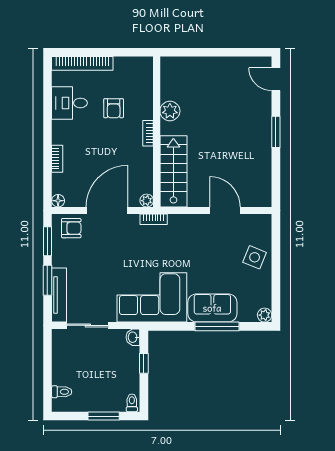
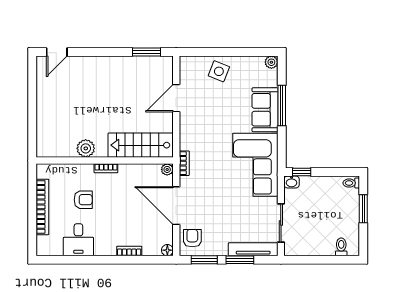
bookcase: (82, 63) -> (42, 207), moved
window: (276, 132) -> (147, 52), moved
window: (144, 363) -> (302, 172), moved

